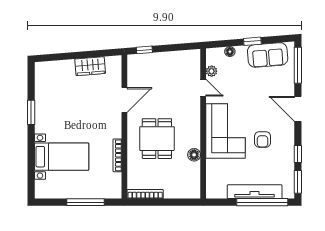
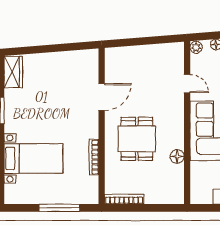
window: (144, 50) -> (123, 43), removed
wardrobe: (90, 66) -> (13, 72), moved, turned -85
plant: (212, 71) -> (196, 47), moved

